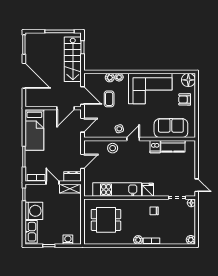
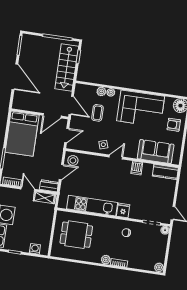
bed: (34, 130) -> (22, 134), width x1.50
kitchen counter: (173, 146) -> (165, 172), moved
stool: (113, 148) -> (73, 160), moved

